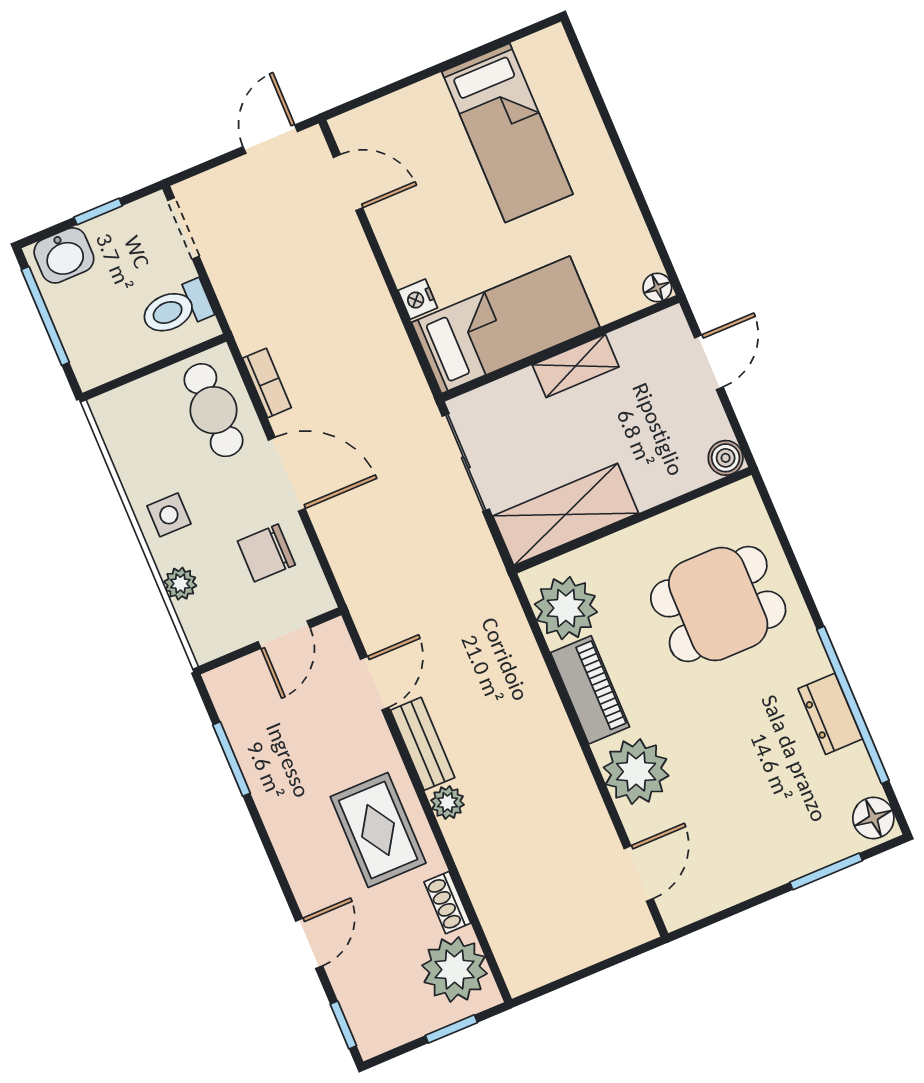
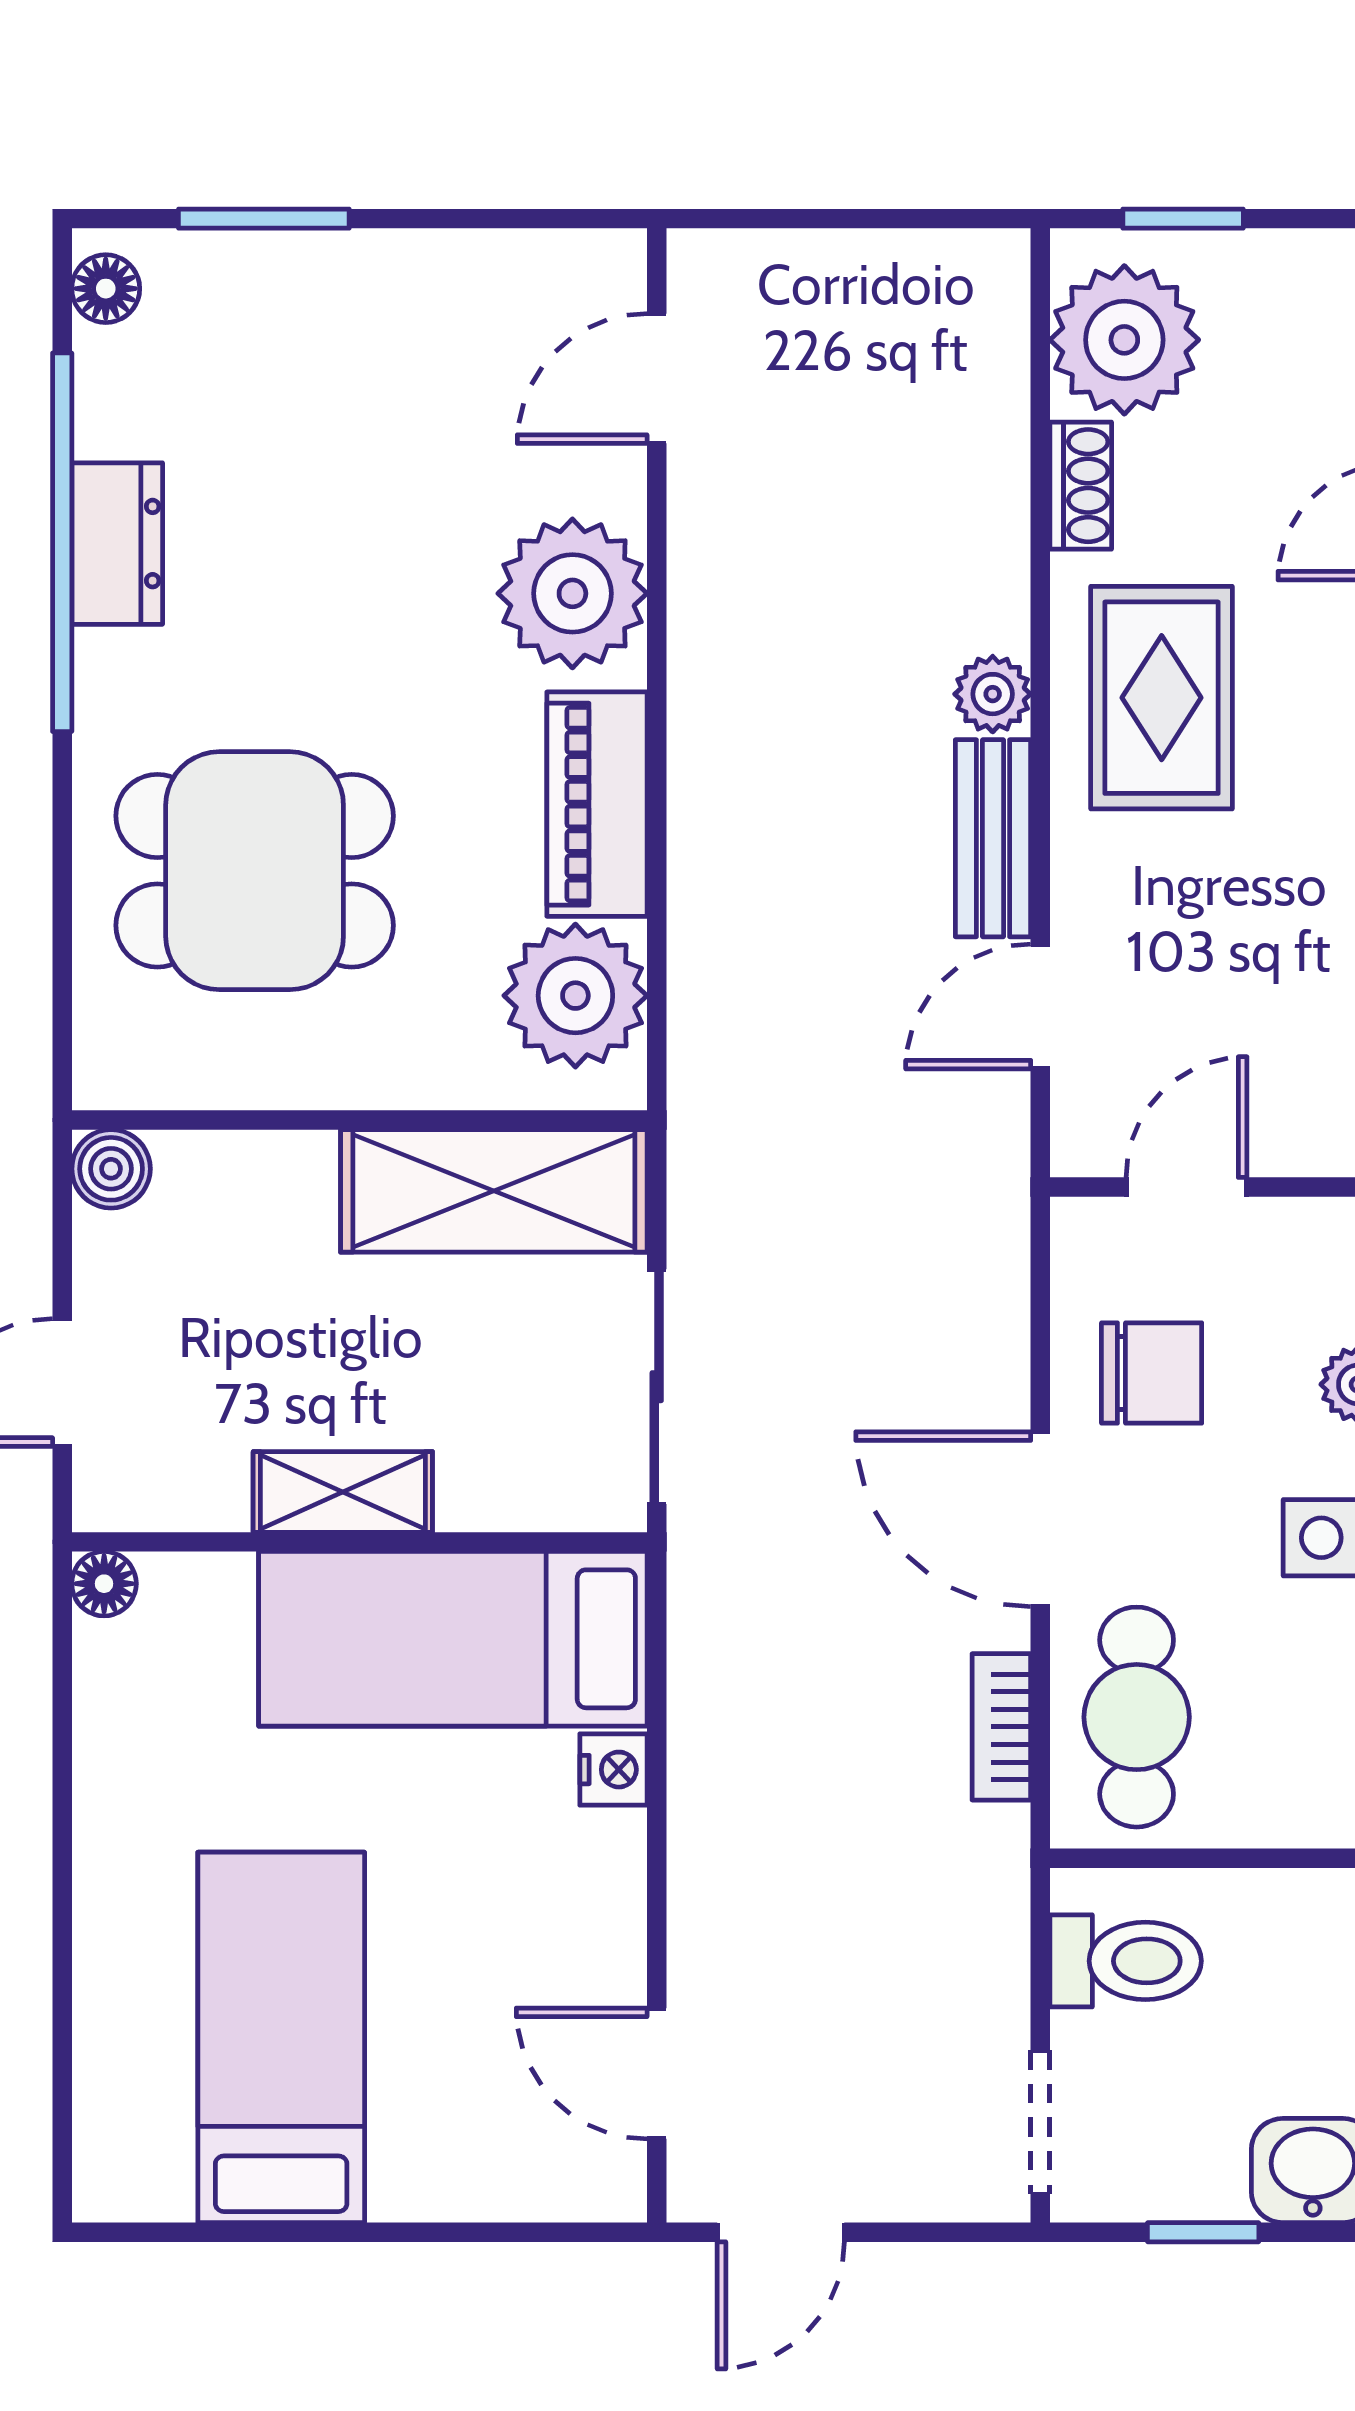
floor lamp: (873, 818) -> (106, 289), width x0.73, depth x0.73

